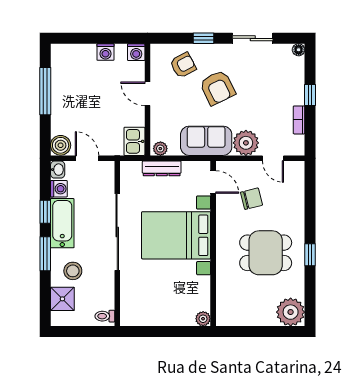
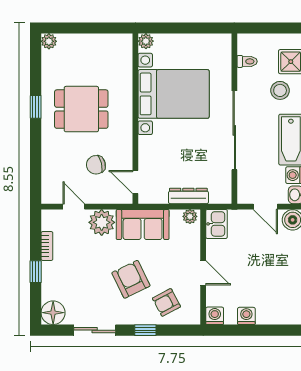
floor lamp: (299, 50) -> (53, 313), width x1.89, depth x1.89
bed with nightstands: (176, 235) -> (174, 94), moved
plant: (291, 312) -> (49, 41), width x0.53, depth x0.53
toilet: (105, 316) -> (247, 61), moved

